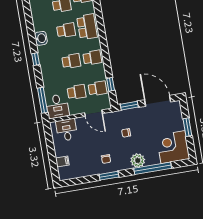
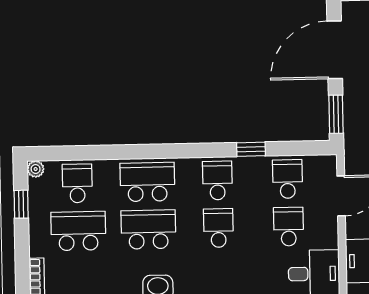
school desk: (66, 30) -> (148, 229), width x1.85
window: (111, 84) -> (251, 149), moved

